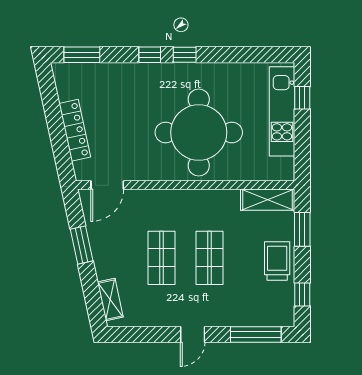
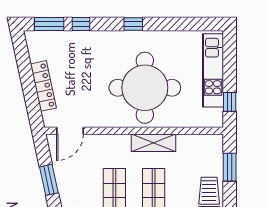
window: (150, 55) -> (81, 24), moved
window: (302, 98) -> (230, 102), moved
shelving: (268, 200) -> (154, 143), moved

